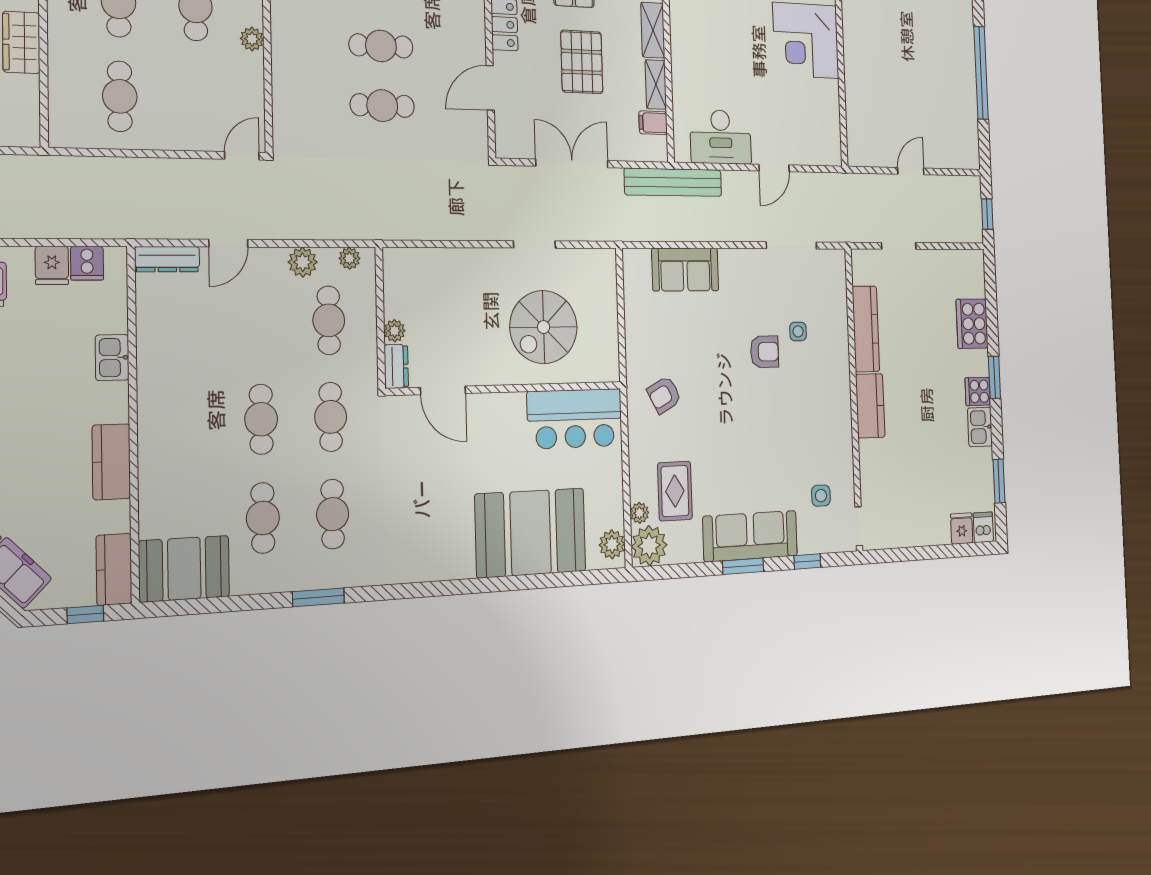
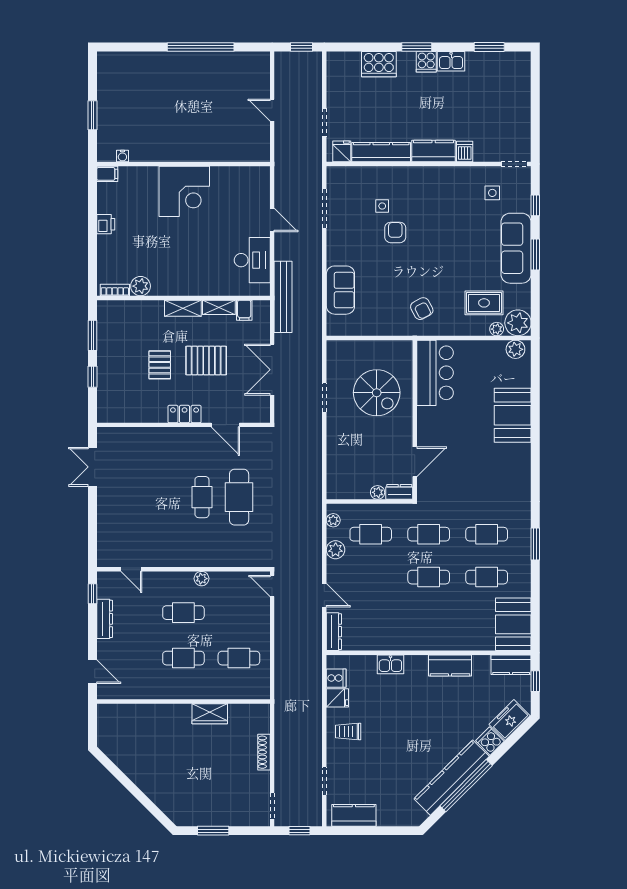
cafe table: (382, 106) -> (239, 497), width x1.37, depth x1.35
dishwasher: (983, 527) -> (465, 152), moved, turned 90
fridge: (962, 529) -> (342, 151), moved, turned 90
booth: (531, 533) -> (513, 415), width x0.73, depth x0.70

